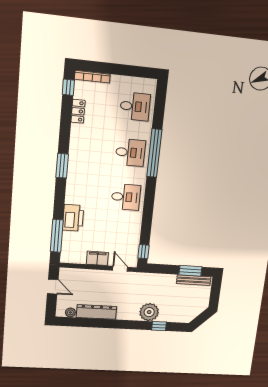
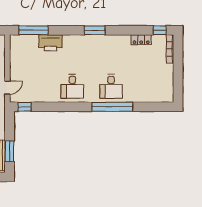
desk: (135, 106) -> (150, 86), removed
filing cabinet: (97, 258) -> (16, 67), removed

